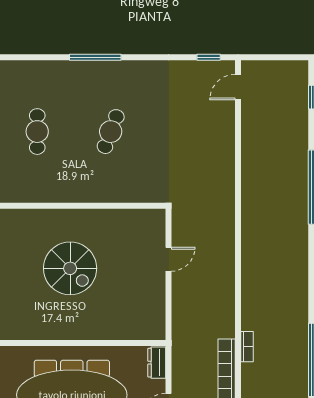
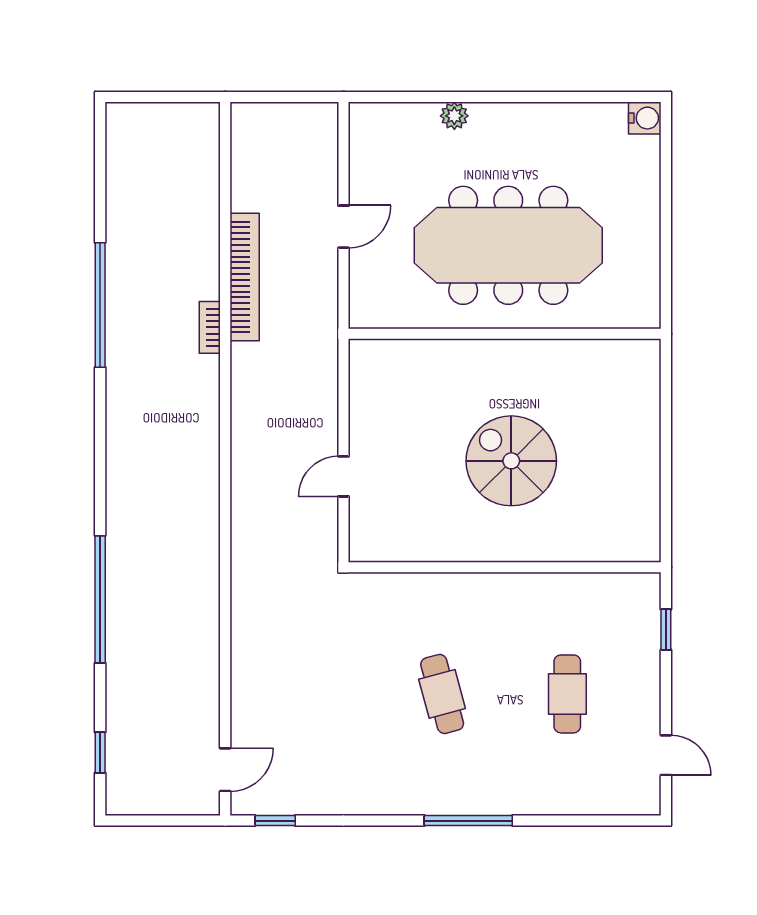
cafe table: (111, 132) -> (442, 694), turned -36
dresser: (157, 363) -> (363, 300), removed

